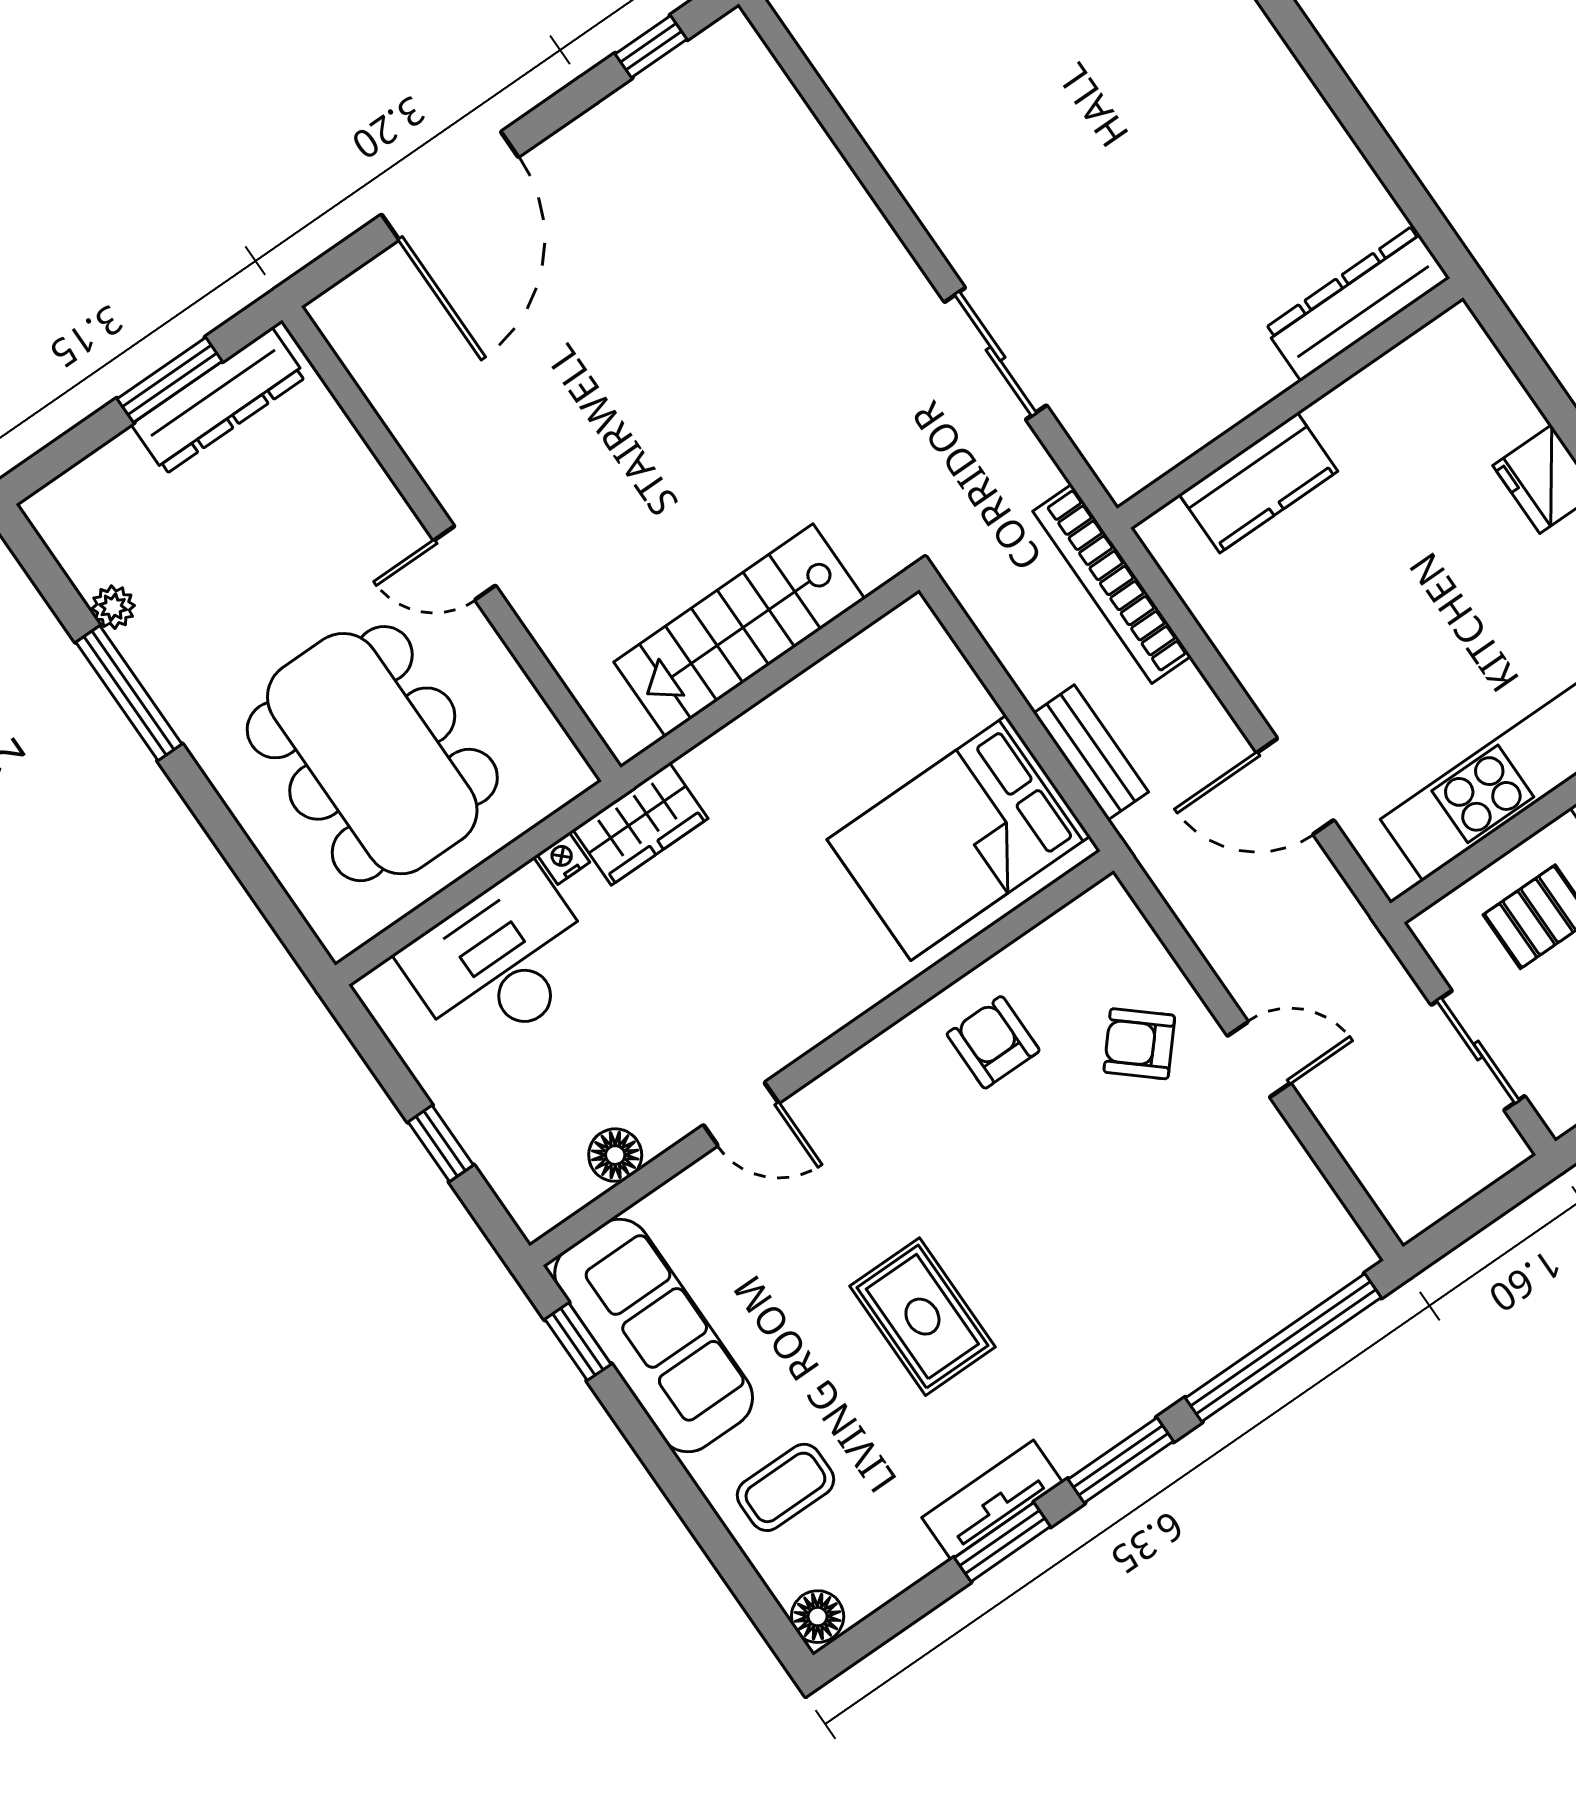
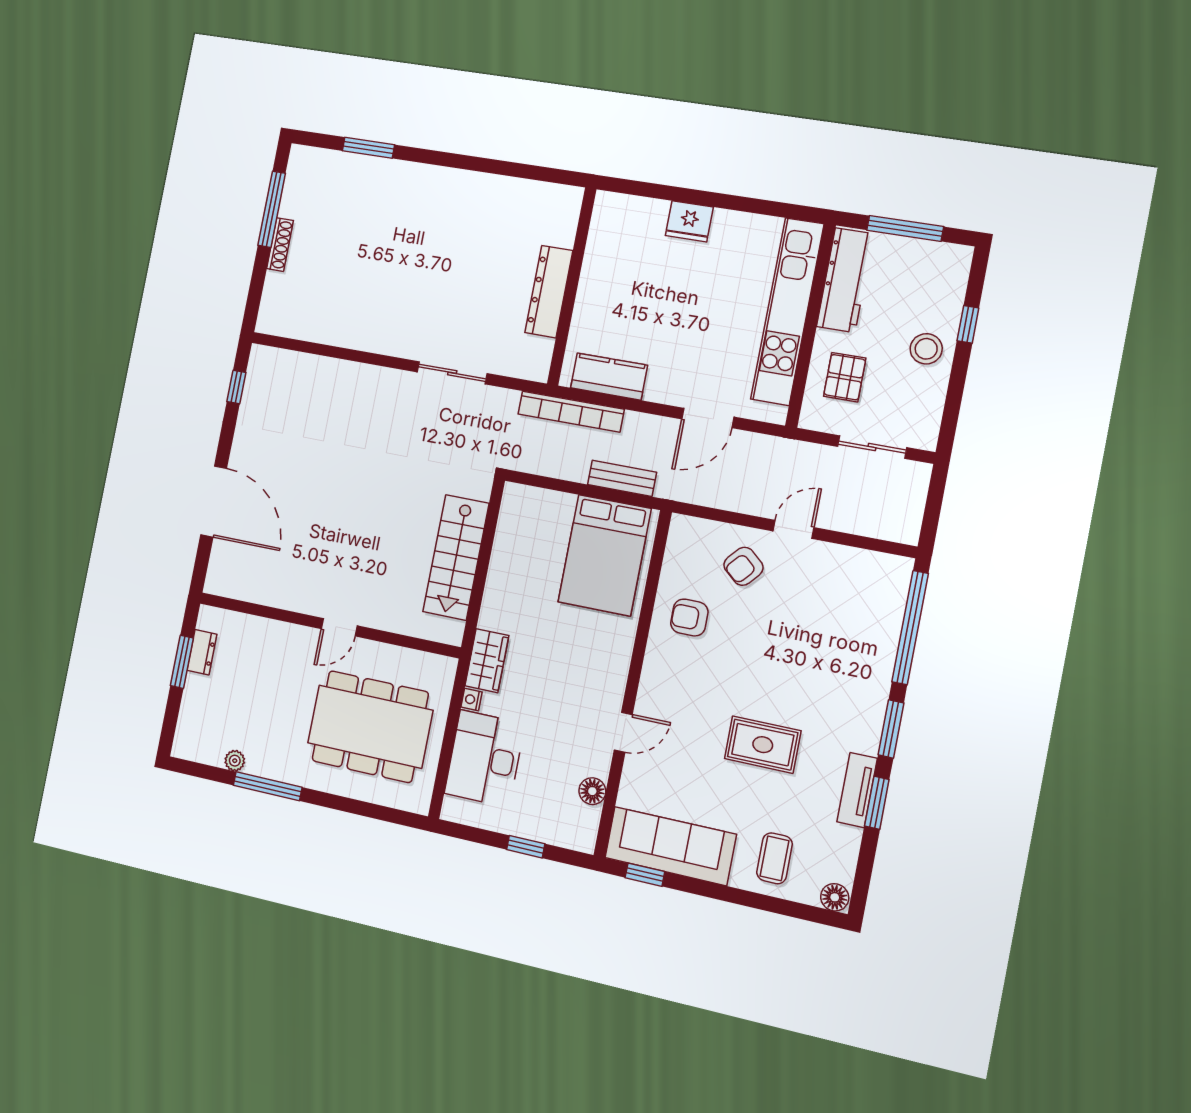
dresser: (1357, 303) -> (549, 292), moved
dresser: (219, 401) -> (202, 652), width x0.51, depth x0.80
kitchen counter: (1258, 483) -> (609, 377), moved, turned -90

